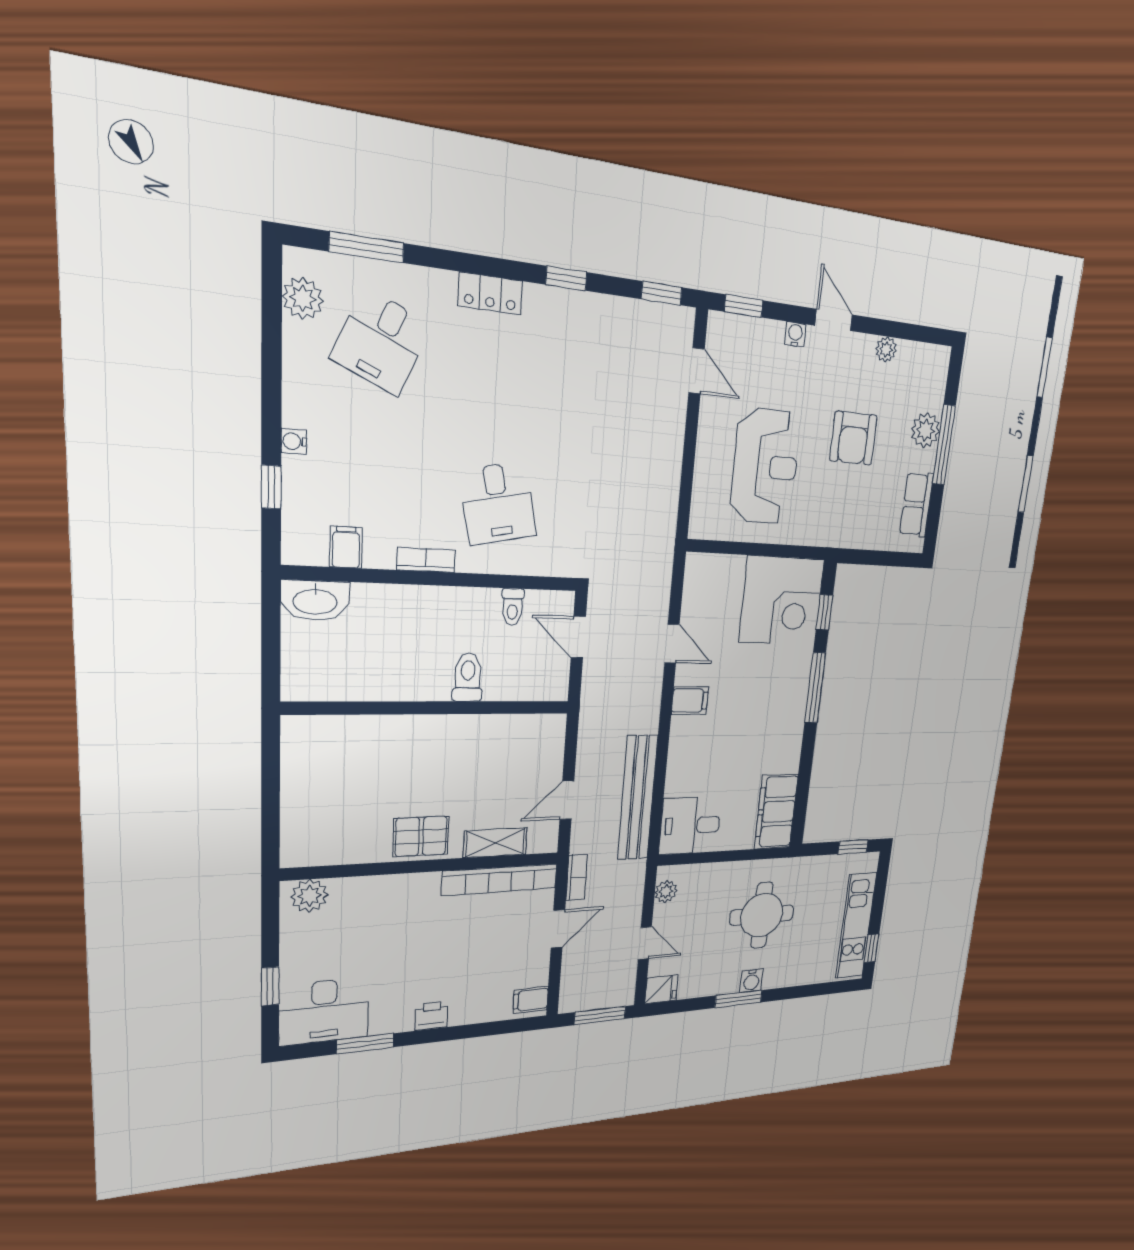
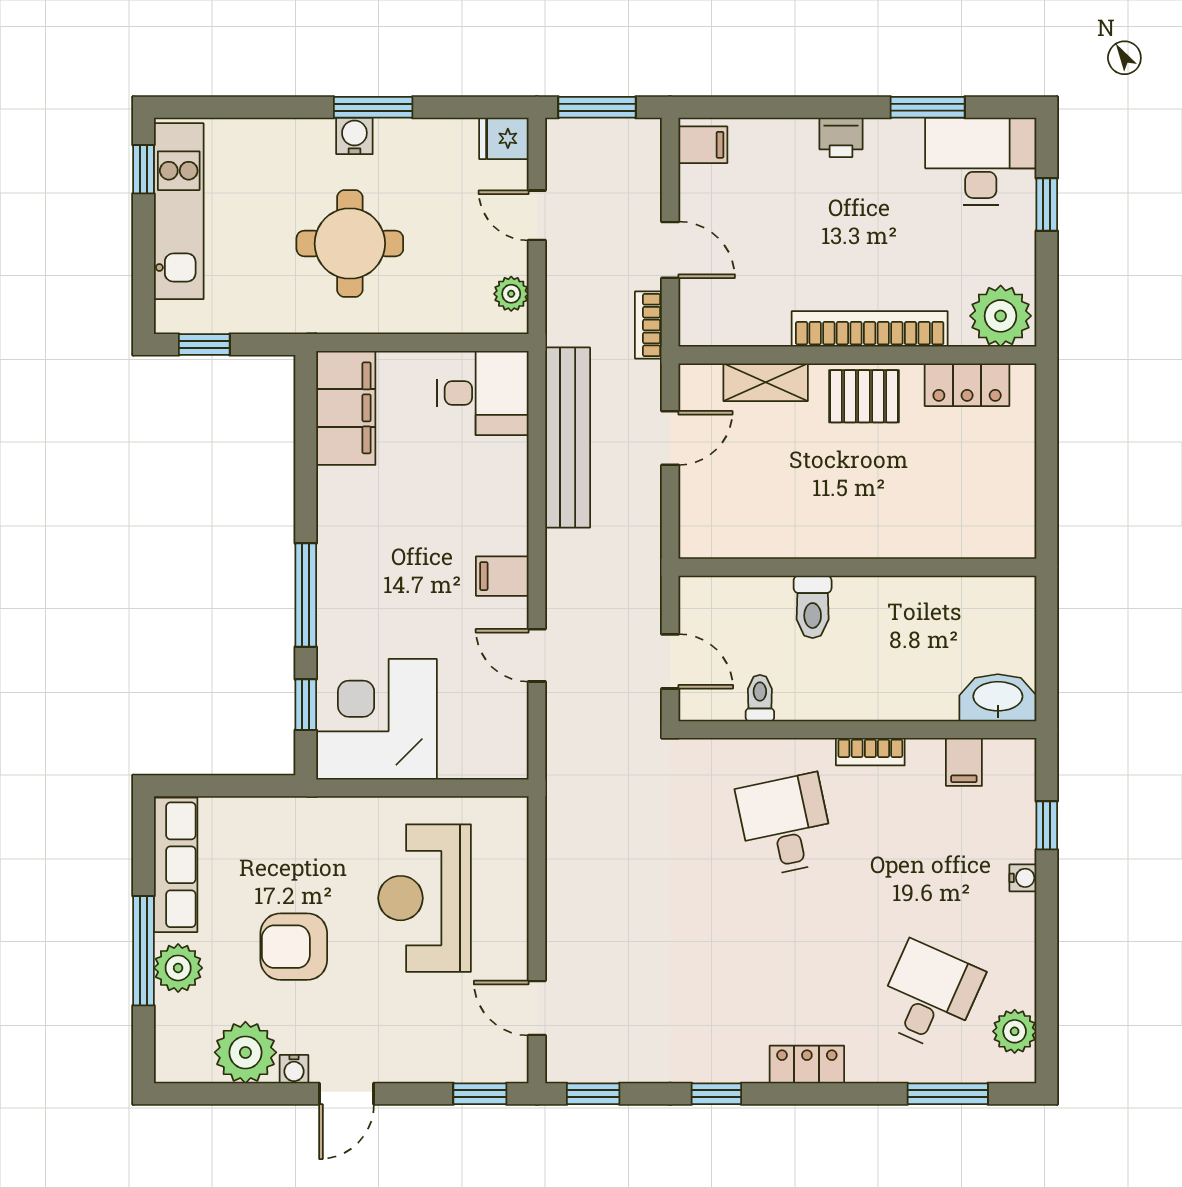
door: (834, 320) -> (347, 1094), hinge flipped
water cooler: (795, 334) -> (294, 1069), moved
plant: (886, 349) -> (245, 1052), width x1.88, depth x1.88
armchair: (853, 438) -> (294, 947), turned -90
row of seats: (917, 505) -> (176, 865), width x1.48
locker: (338, 849) -> (967, 385), added
bookcase: (500, 880) -> (870, 329), moved
plant: (310, 896) -> (1001, 316), width x1.36, depth x1.36
door: (558, 929) -> (670, 250), swing flipped

